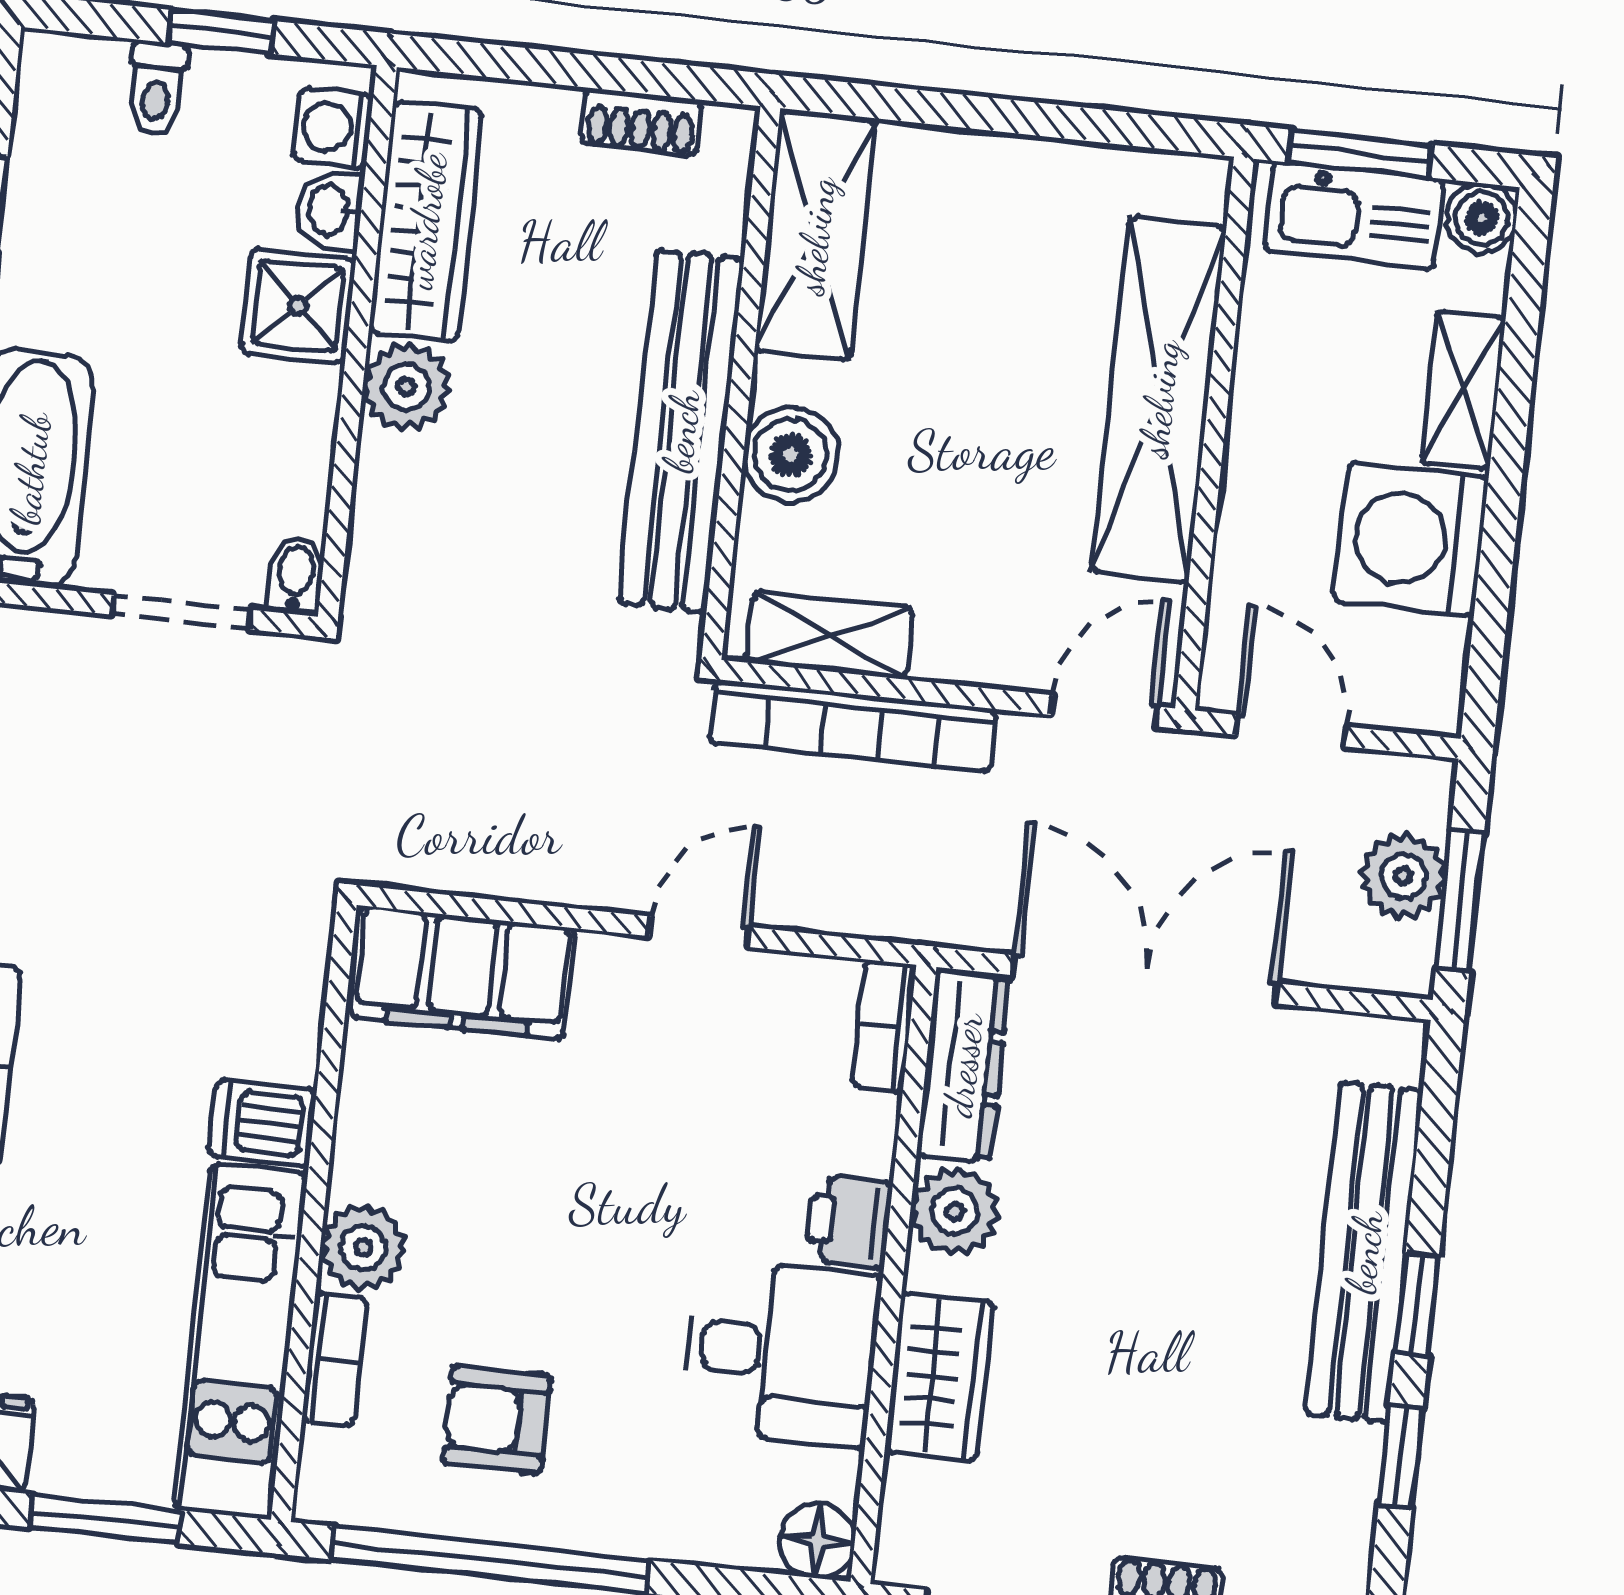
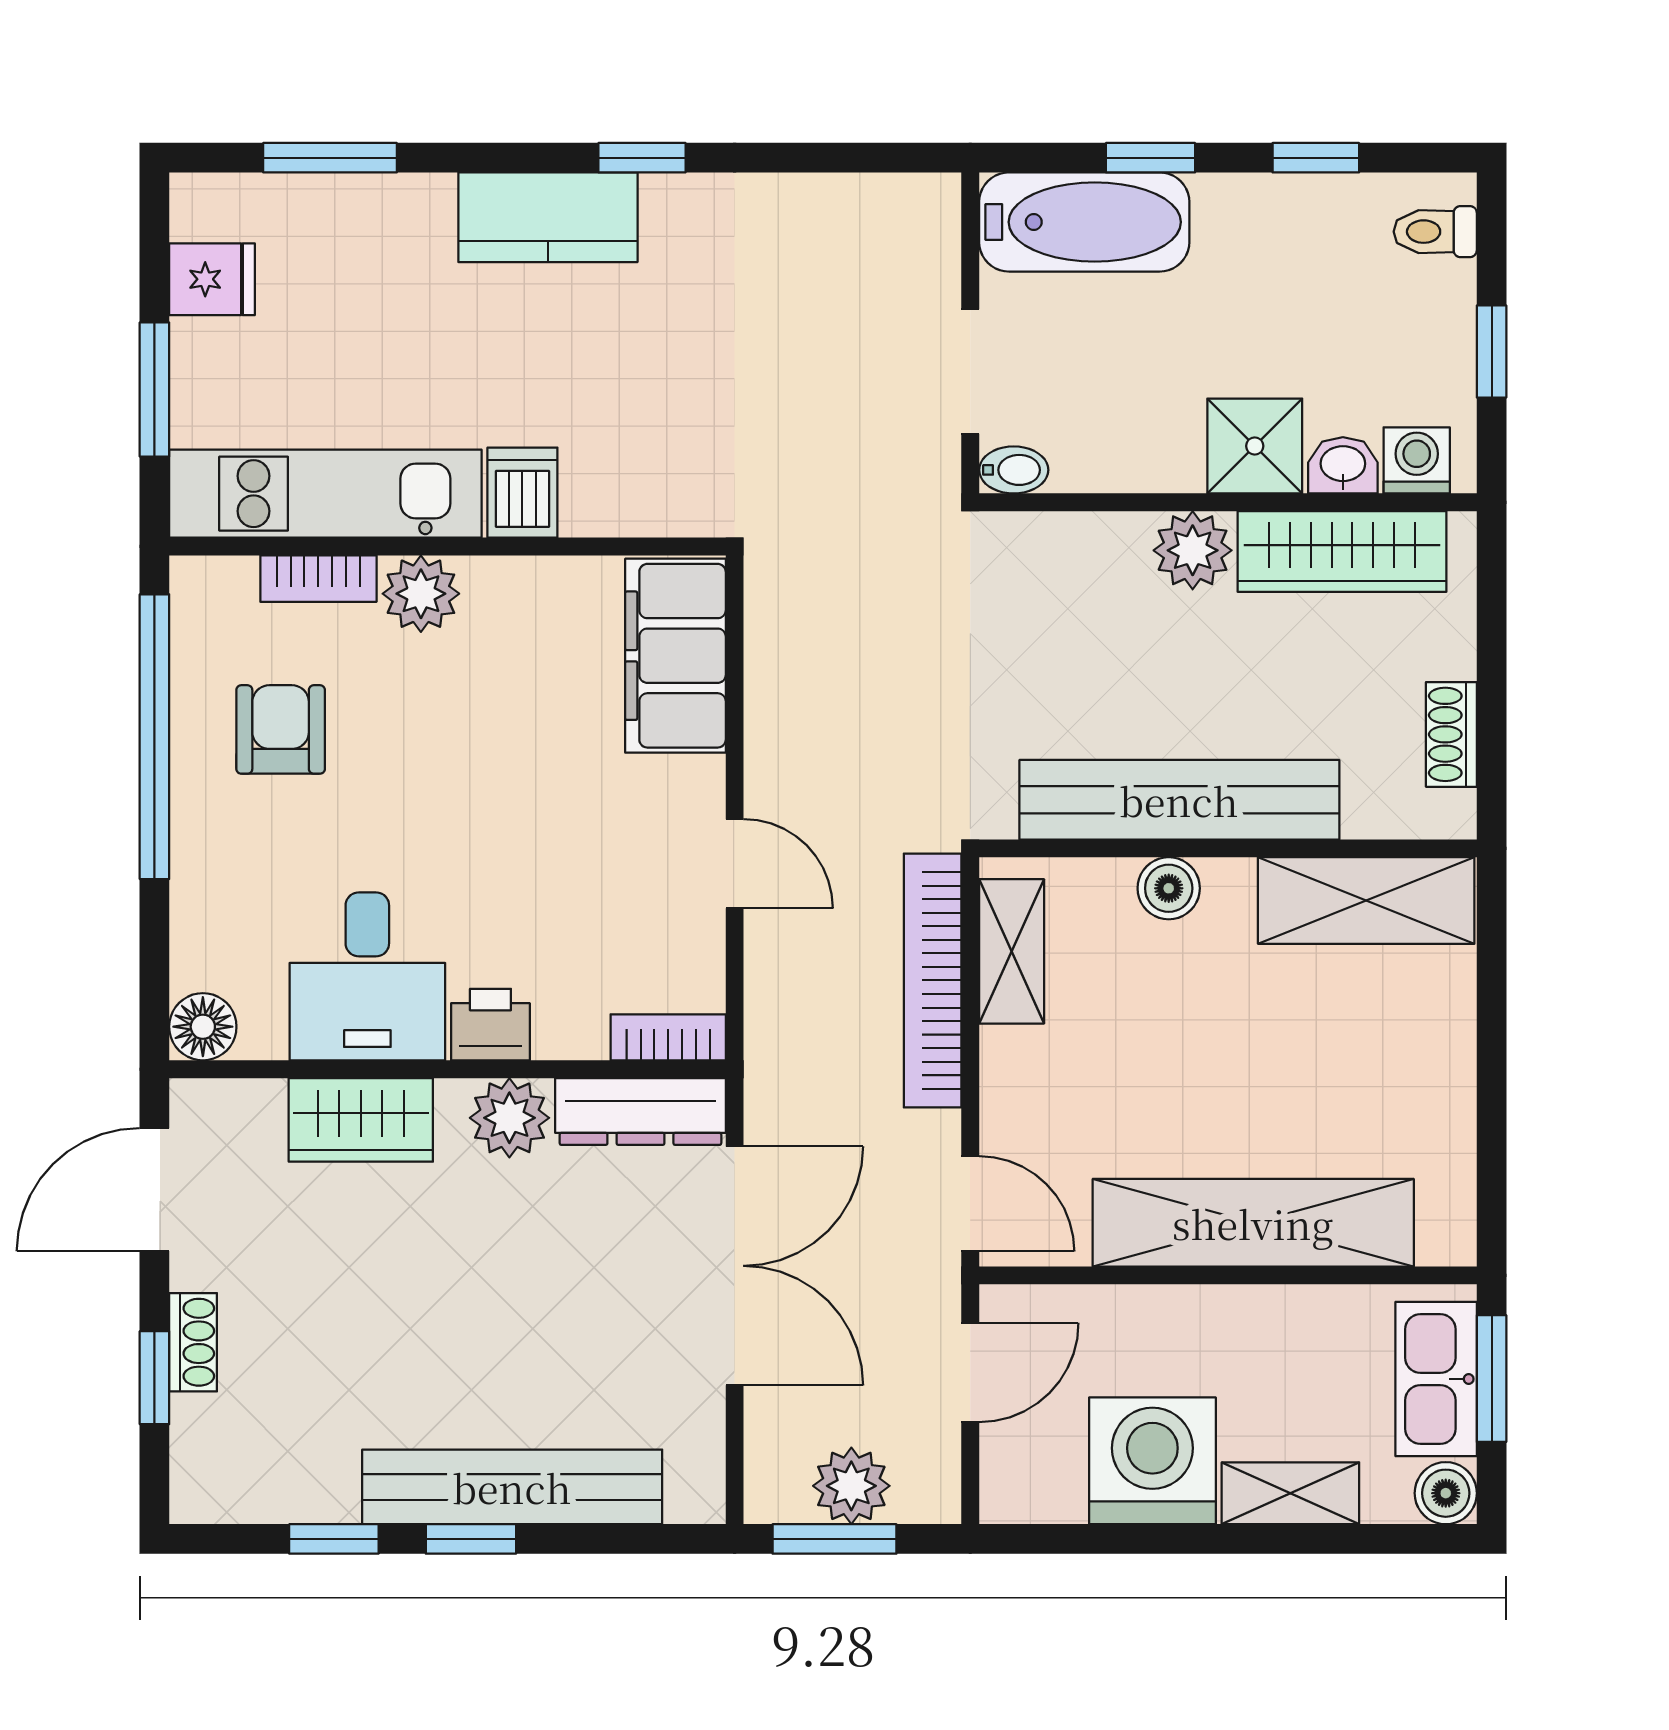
toilet: (157, 88) -> (1435, 232), moved
boiler: (791, 455) -> (1169, 888), width x0.73, depth x0.73

